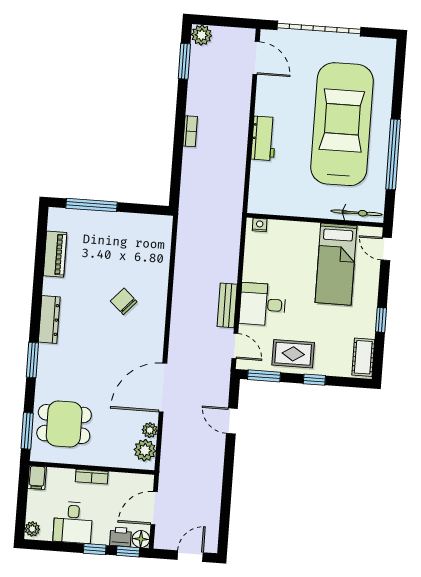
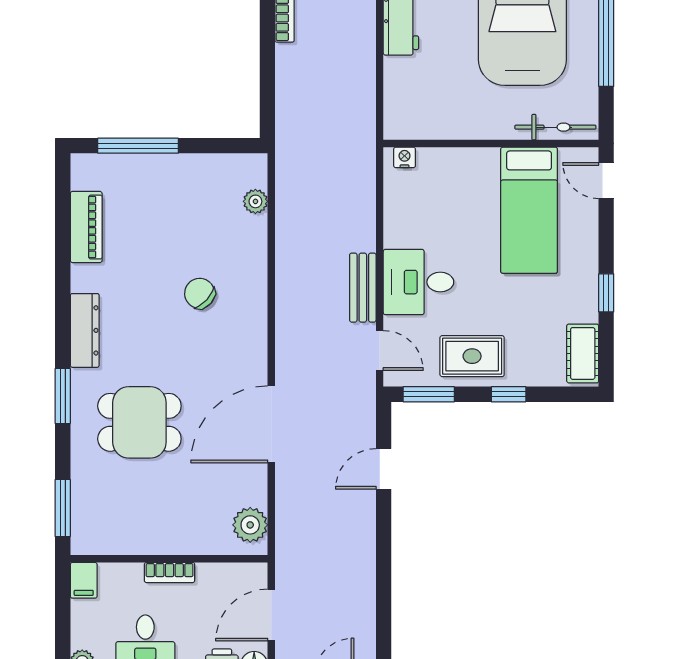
door: (232, 421) -> (384, 469), hinge flipped
dining table: (64, 424) -> (139, 422), moved
plant: (150, 430) -> (255, 201), moved

